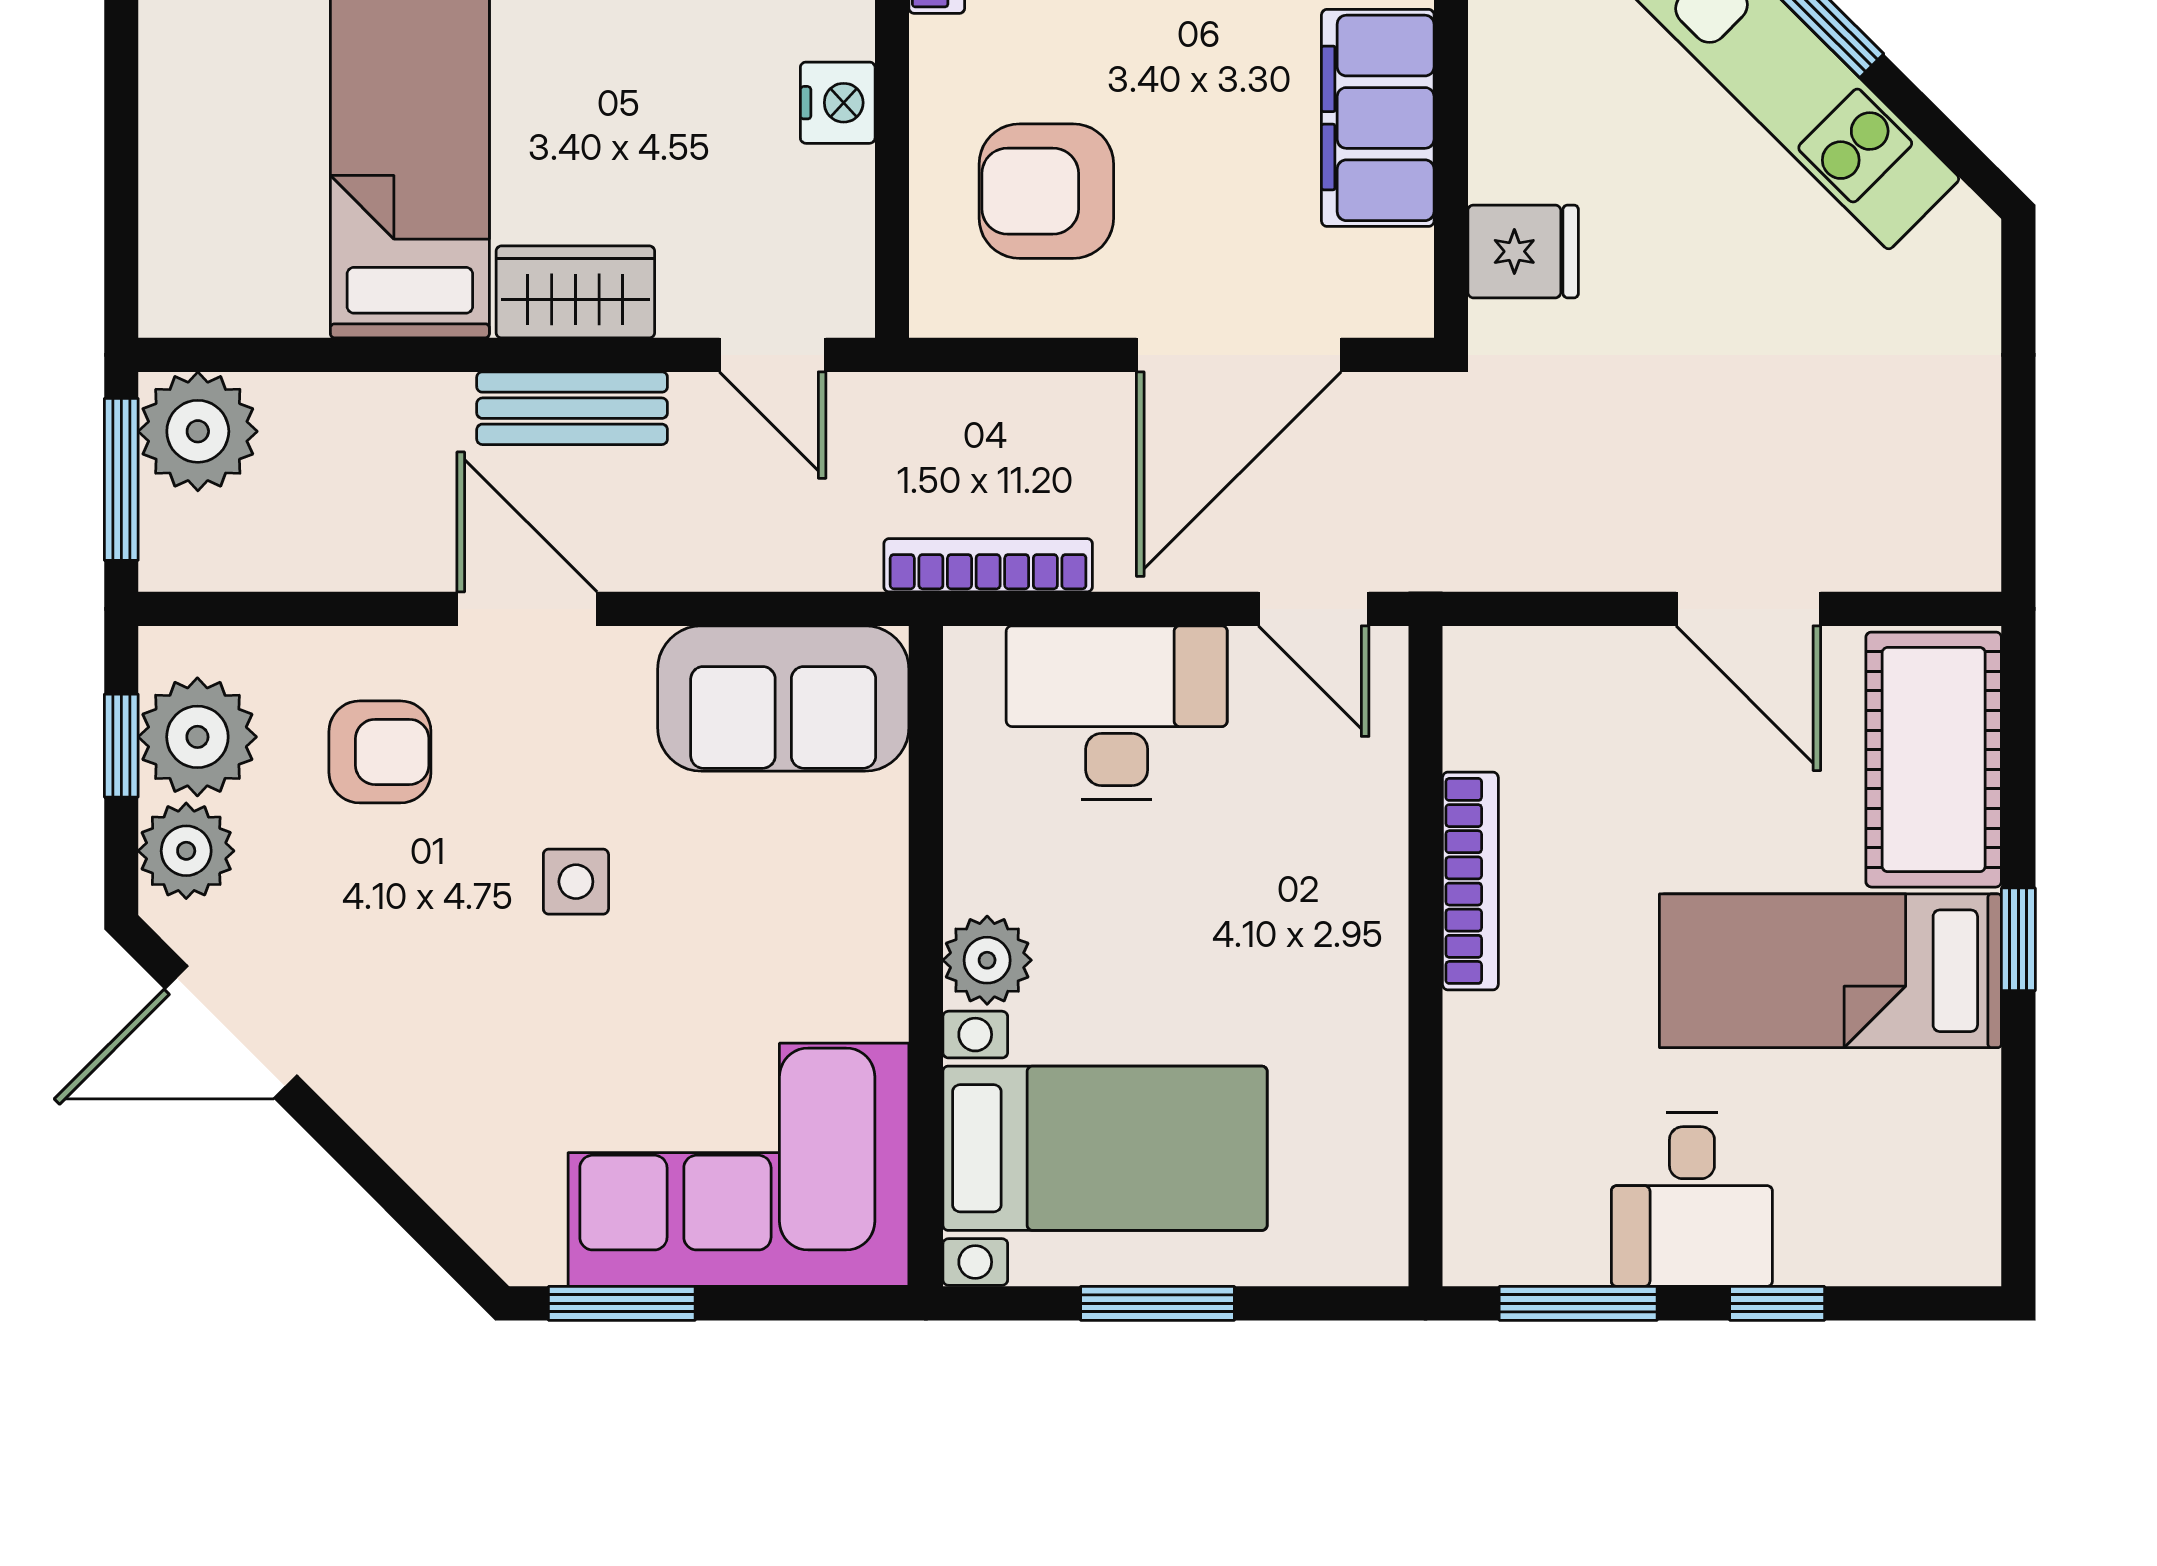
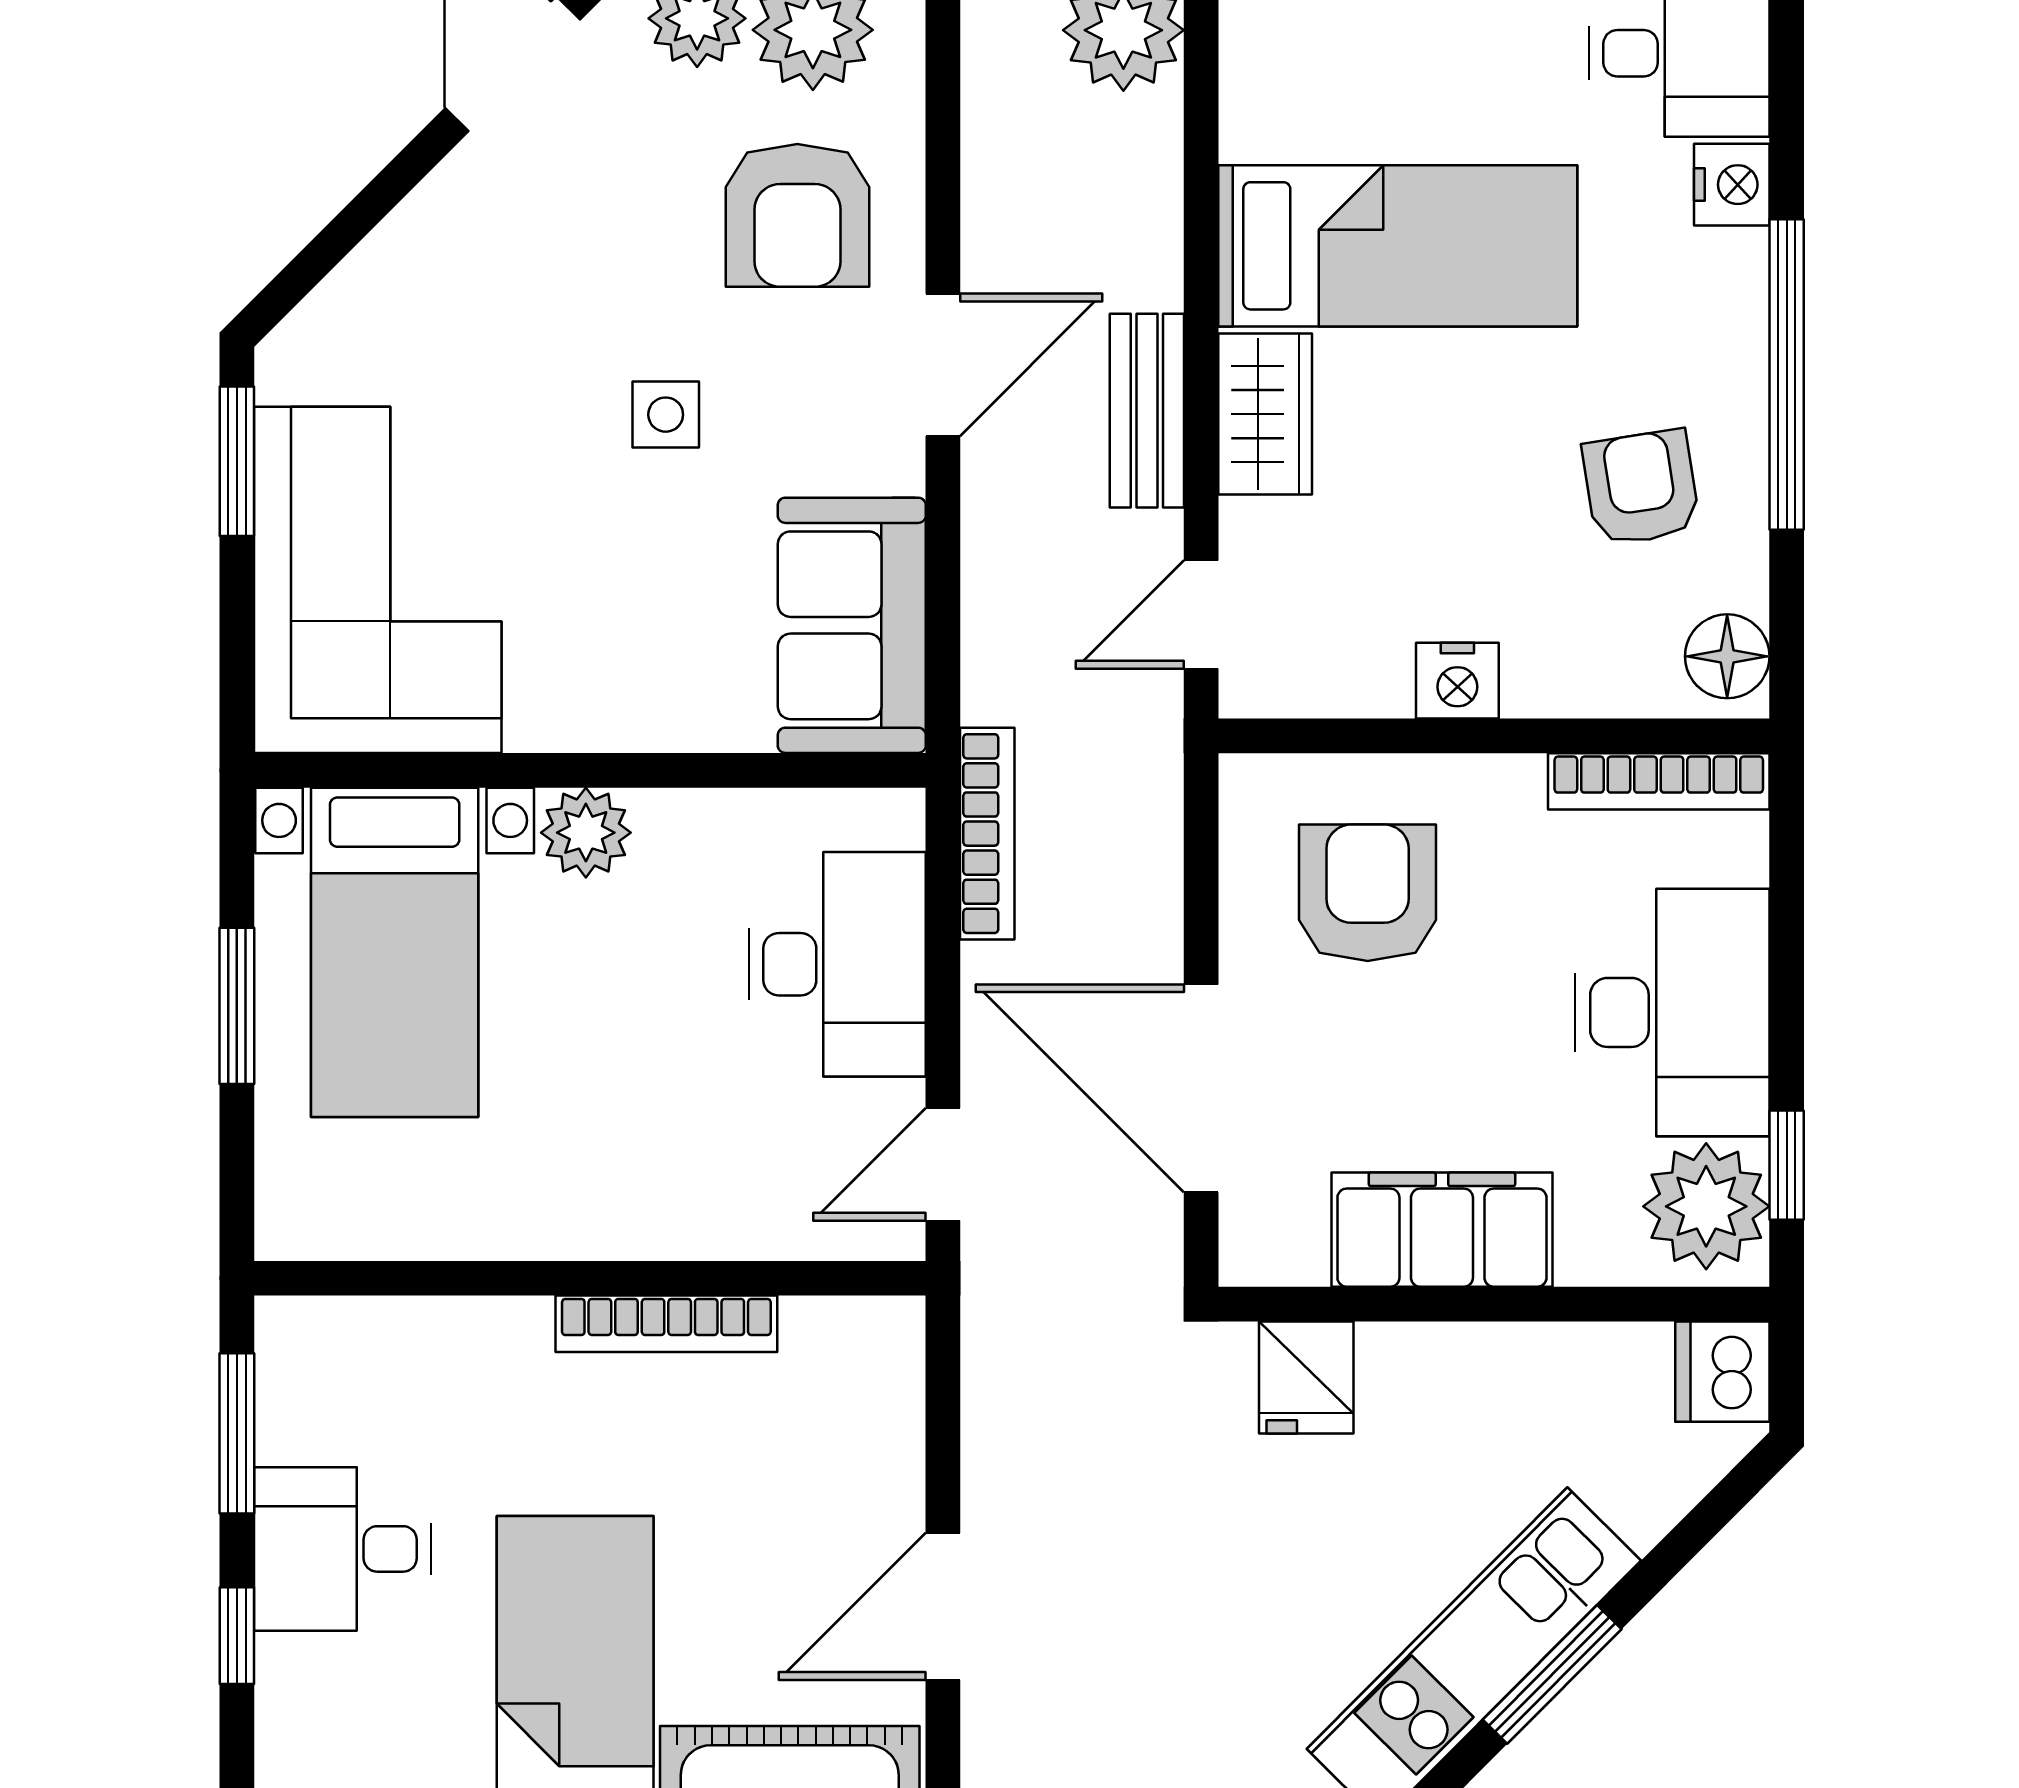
armchair: (380, 752) -> (797, 215), width x1.38, depth x1.38

